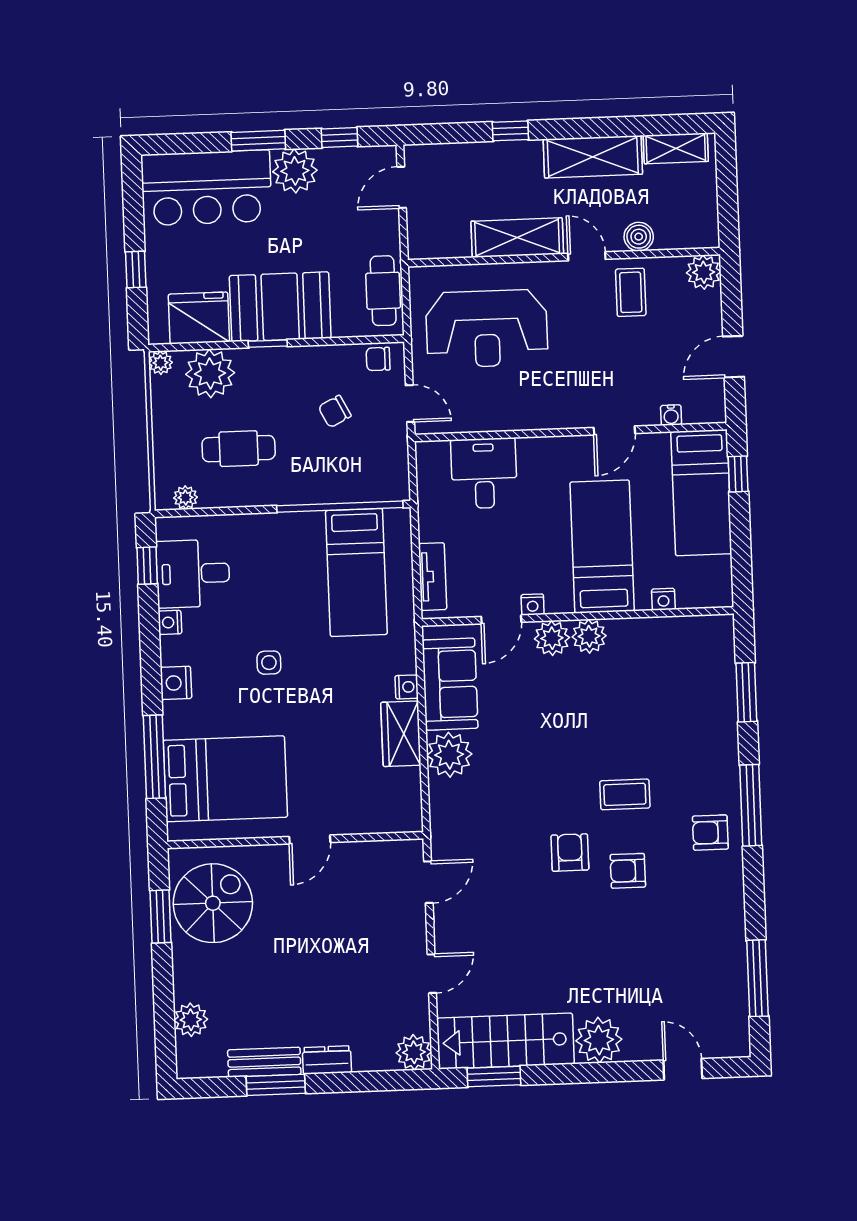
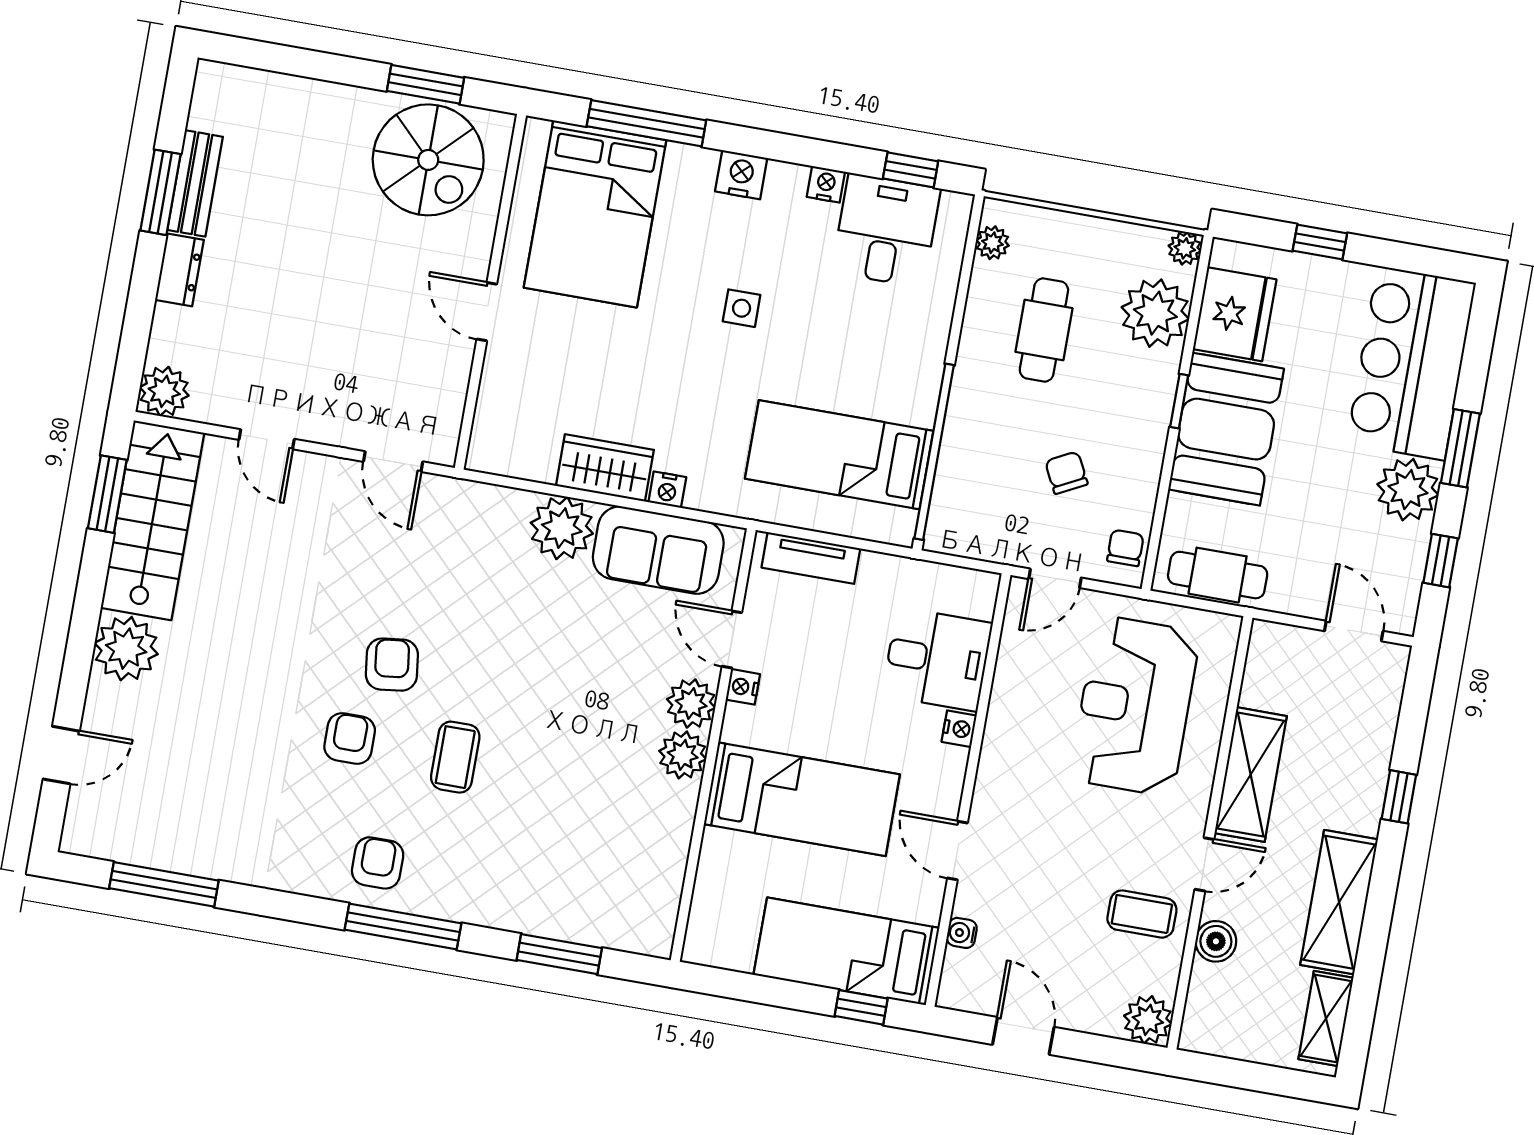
nightstand: (663, 599) -> (959, 729), moved, turned 180
armchair: (570, 853) -> (392, 665), turned -97
plant: (191, 1020) -> (275, 95), removed

